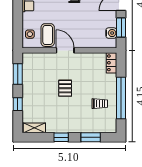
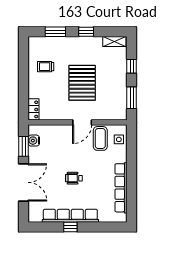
door: (65, 50) -> (82, 122), hinge flipped
pallet: (65, 88) -> (82, 83), width x2.05, depth x2.00
window: (121, 98) -> (24, 73), removed

